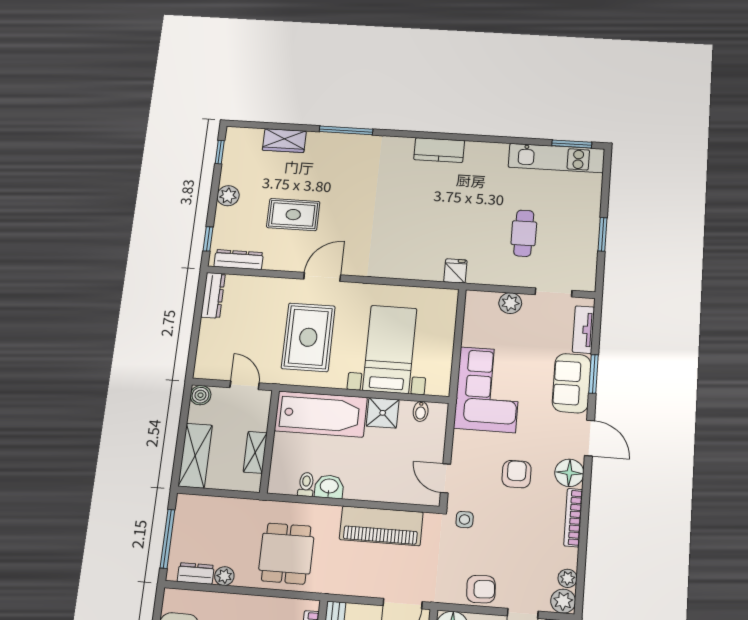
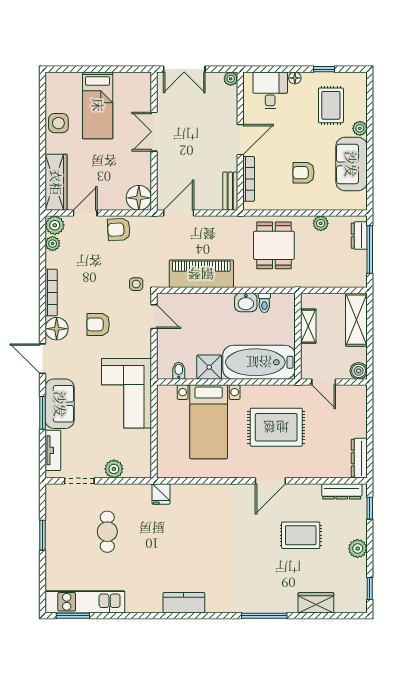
rug: (308, 337) -> (276, 427), turned 90
armchair: (517, 474) -> (98, 324), turned 90
dresser: (196, 573) -> (359, 236), moved, turned 90

